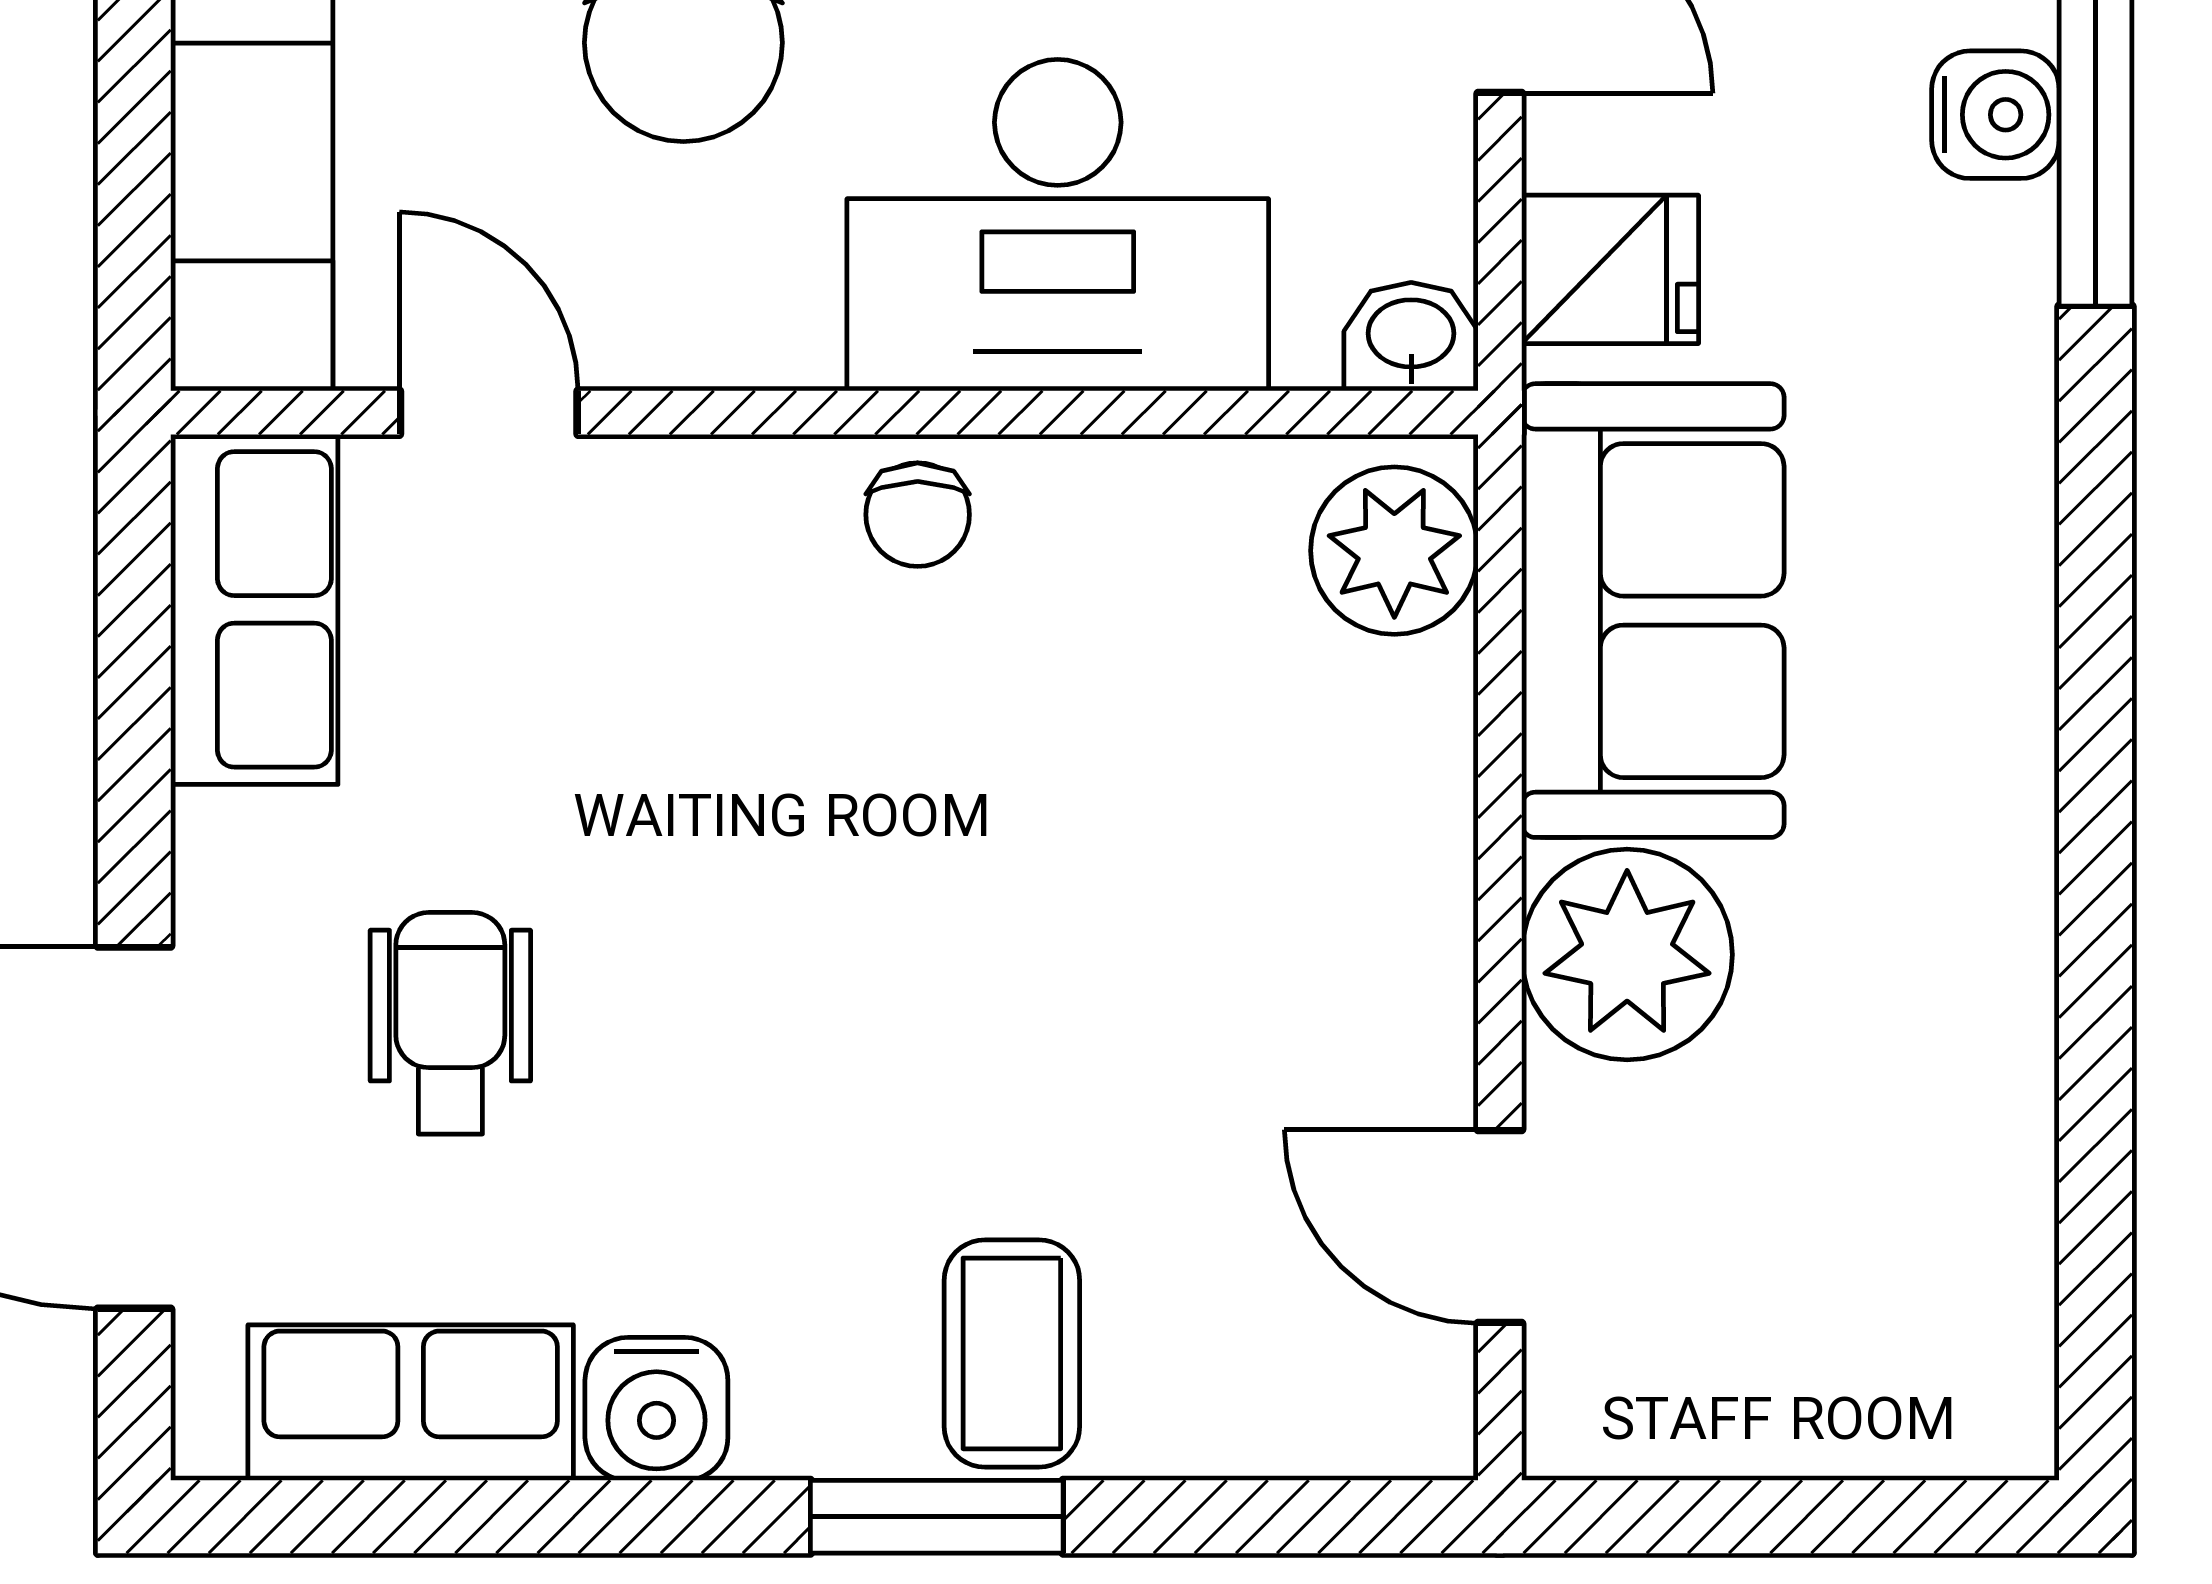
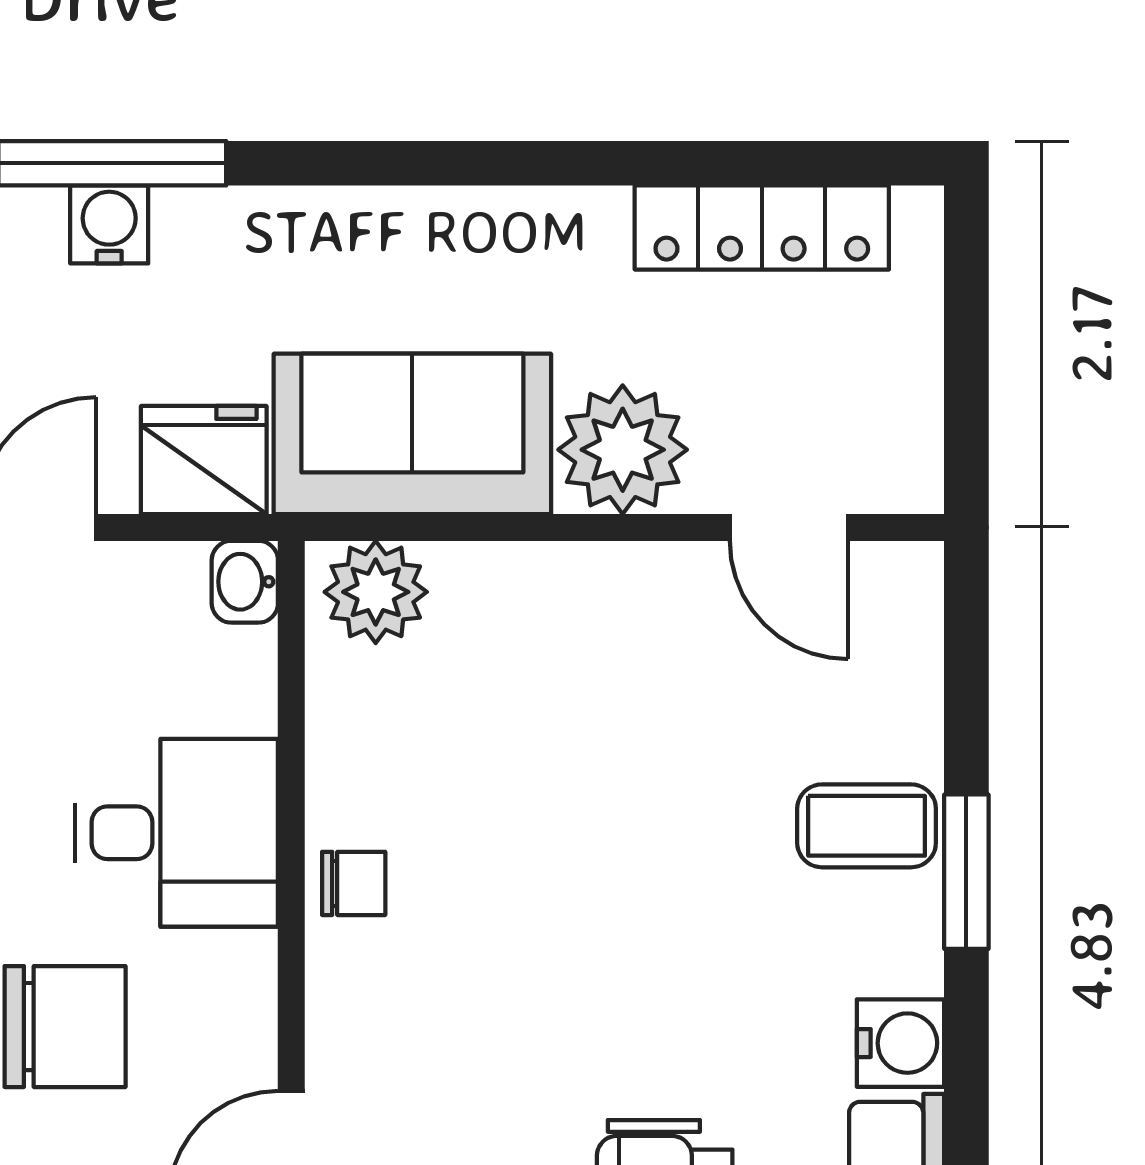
desk: (1058, 225) -> (177, 833), width x0.73
fridge: (1610, 269) -> (204, 460), width x1.38
locker: (1990, 1182) -> (762, 228), added
door: (1500, 1227) -> (789, 527), hinge flipped

